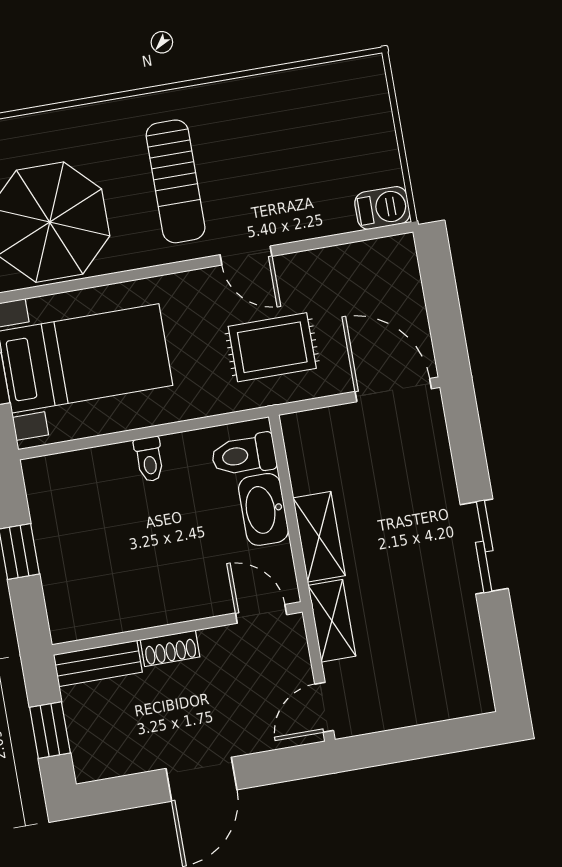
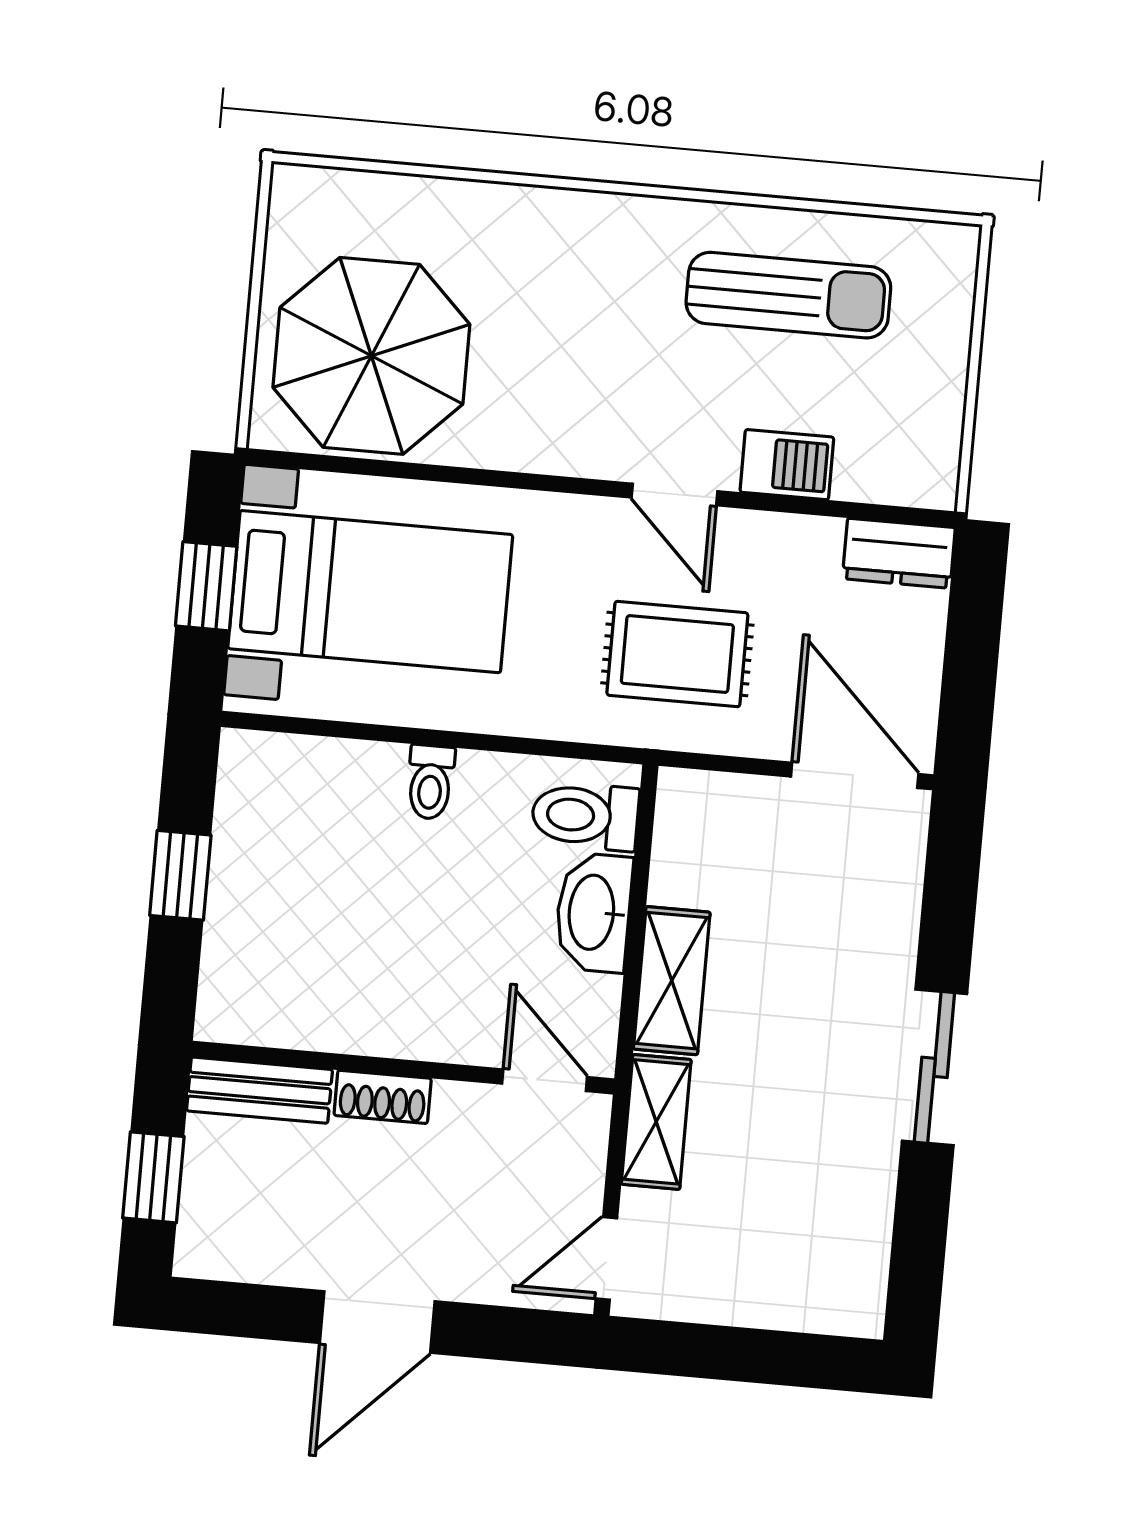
sun lounger: (176, 181) -> (788, 295), moved, turned -90
barbecue: (382, 208) -> (787, 465), moved
dresser: (385, 255) -> (899, 553), added

